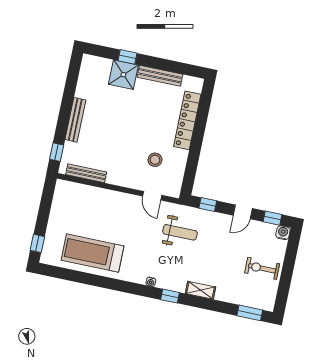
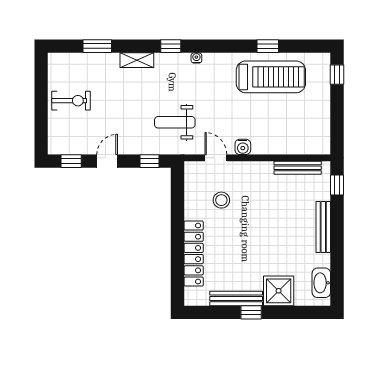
window: (127, 57) -> (251, 312), moved
washbasin: (87, 74) -> (321, 283), added
water cooler: (283, 233) -> (243, 147), moved
window: (90, 279) -> (268, 46), added
window: (250, 313) -> (97, 46), moved

